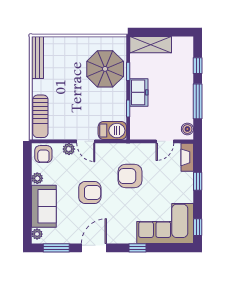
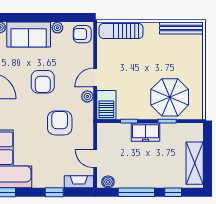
shelving: (151, 45) -> (195, 163), moved
plant: (69, 149) -> (87, 96), moved

